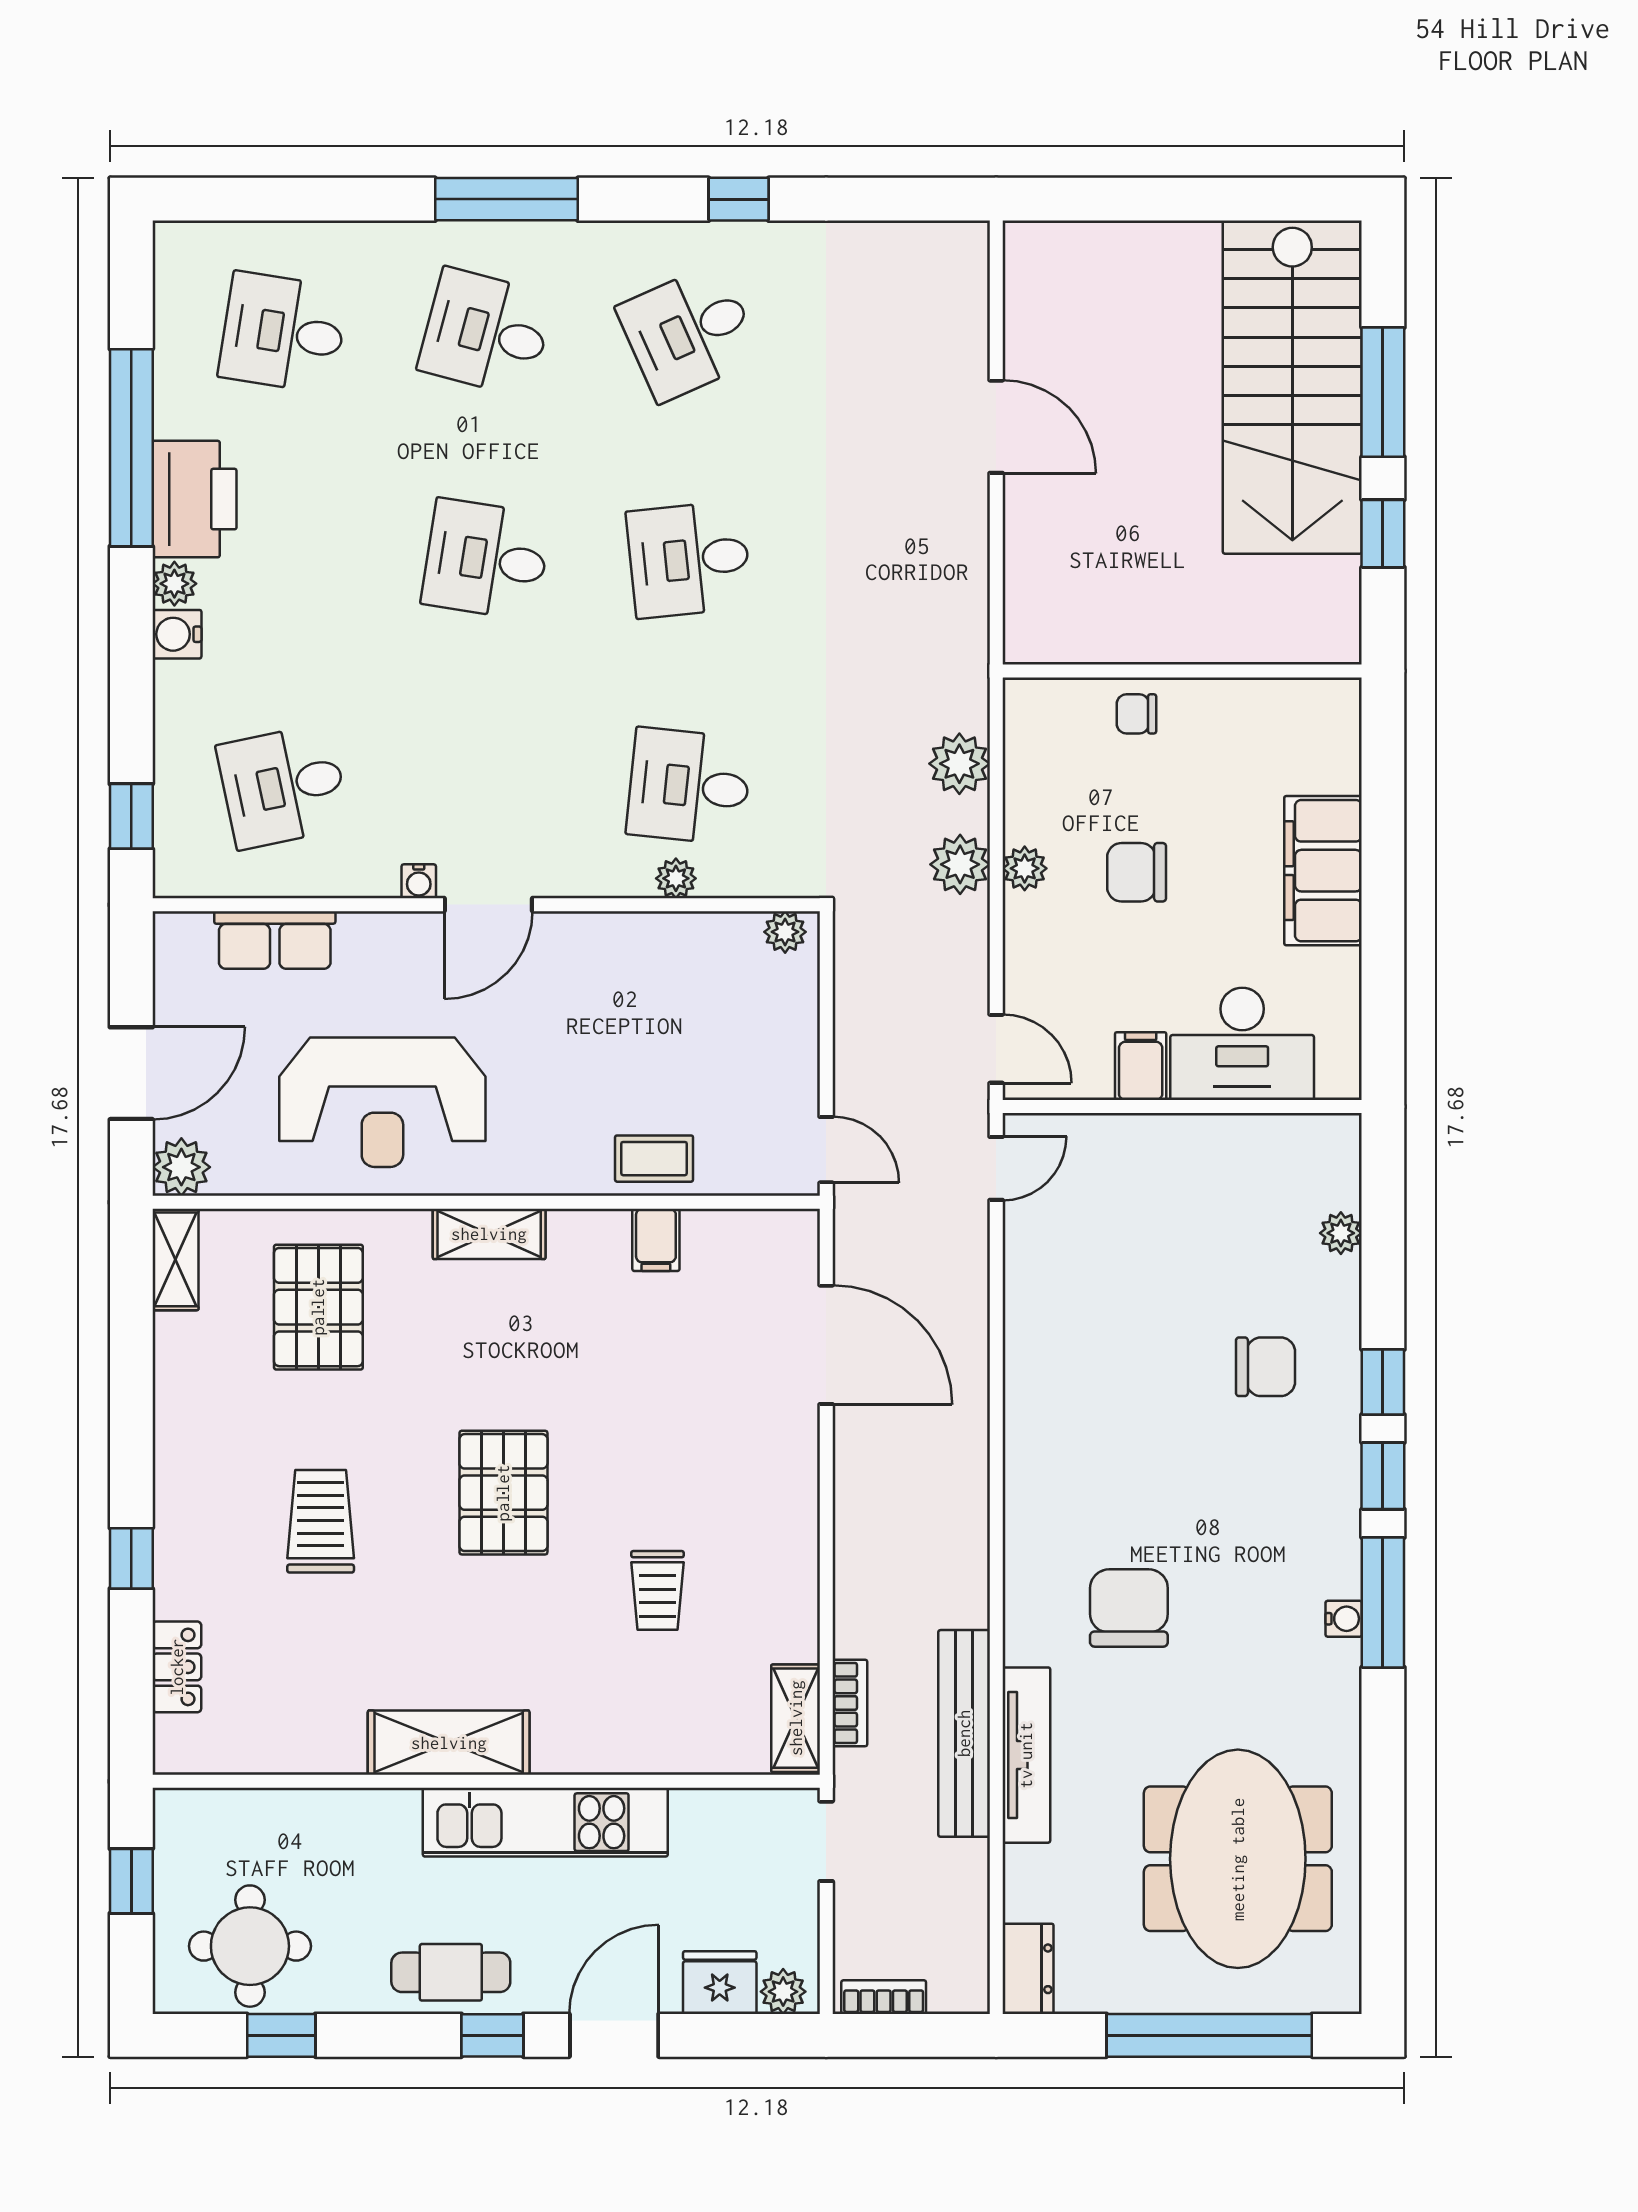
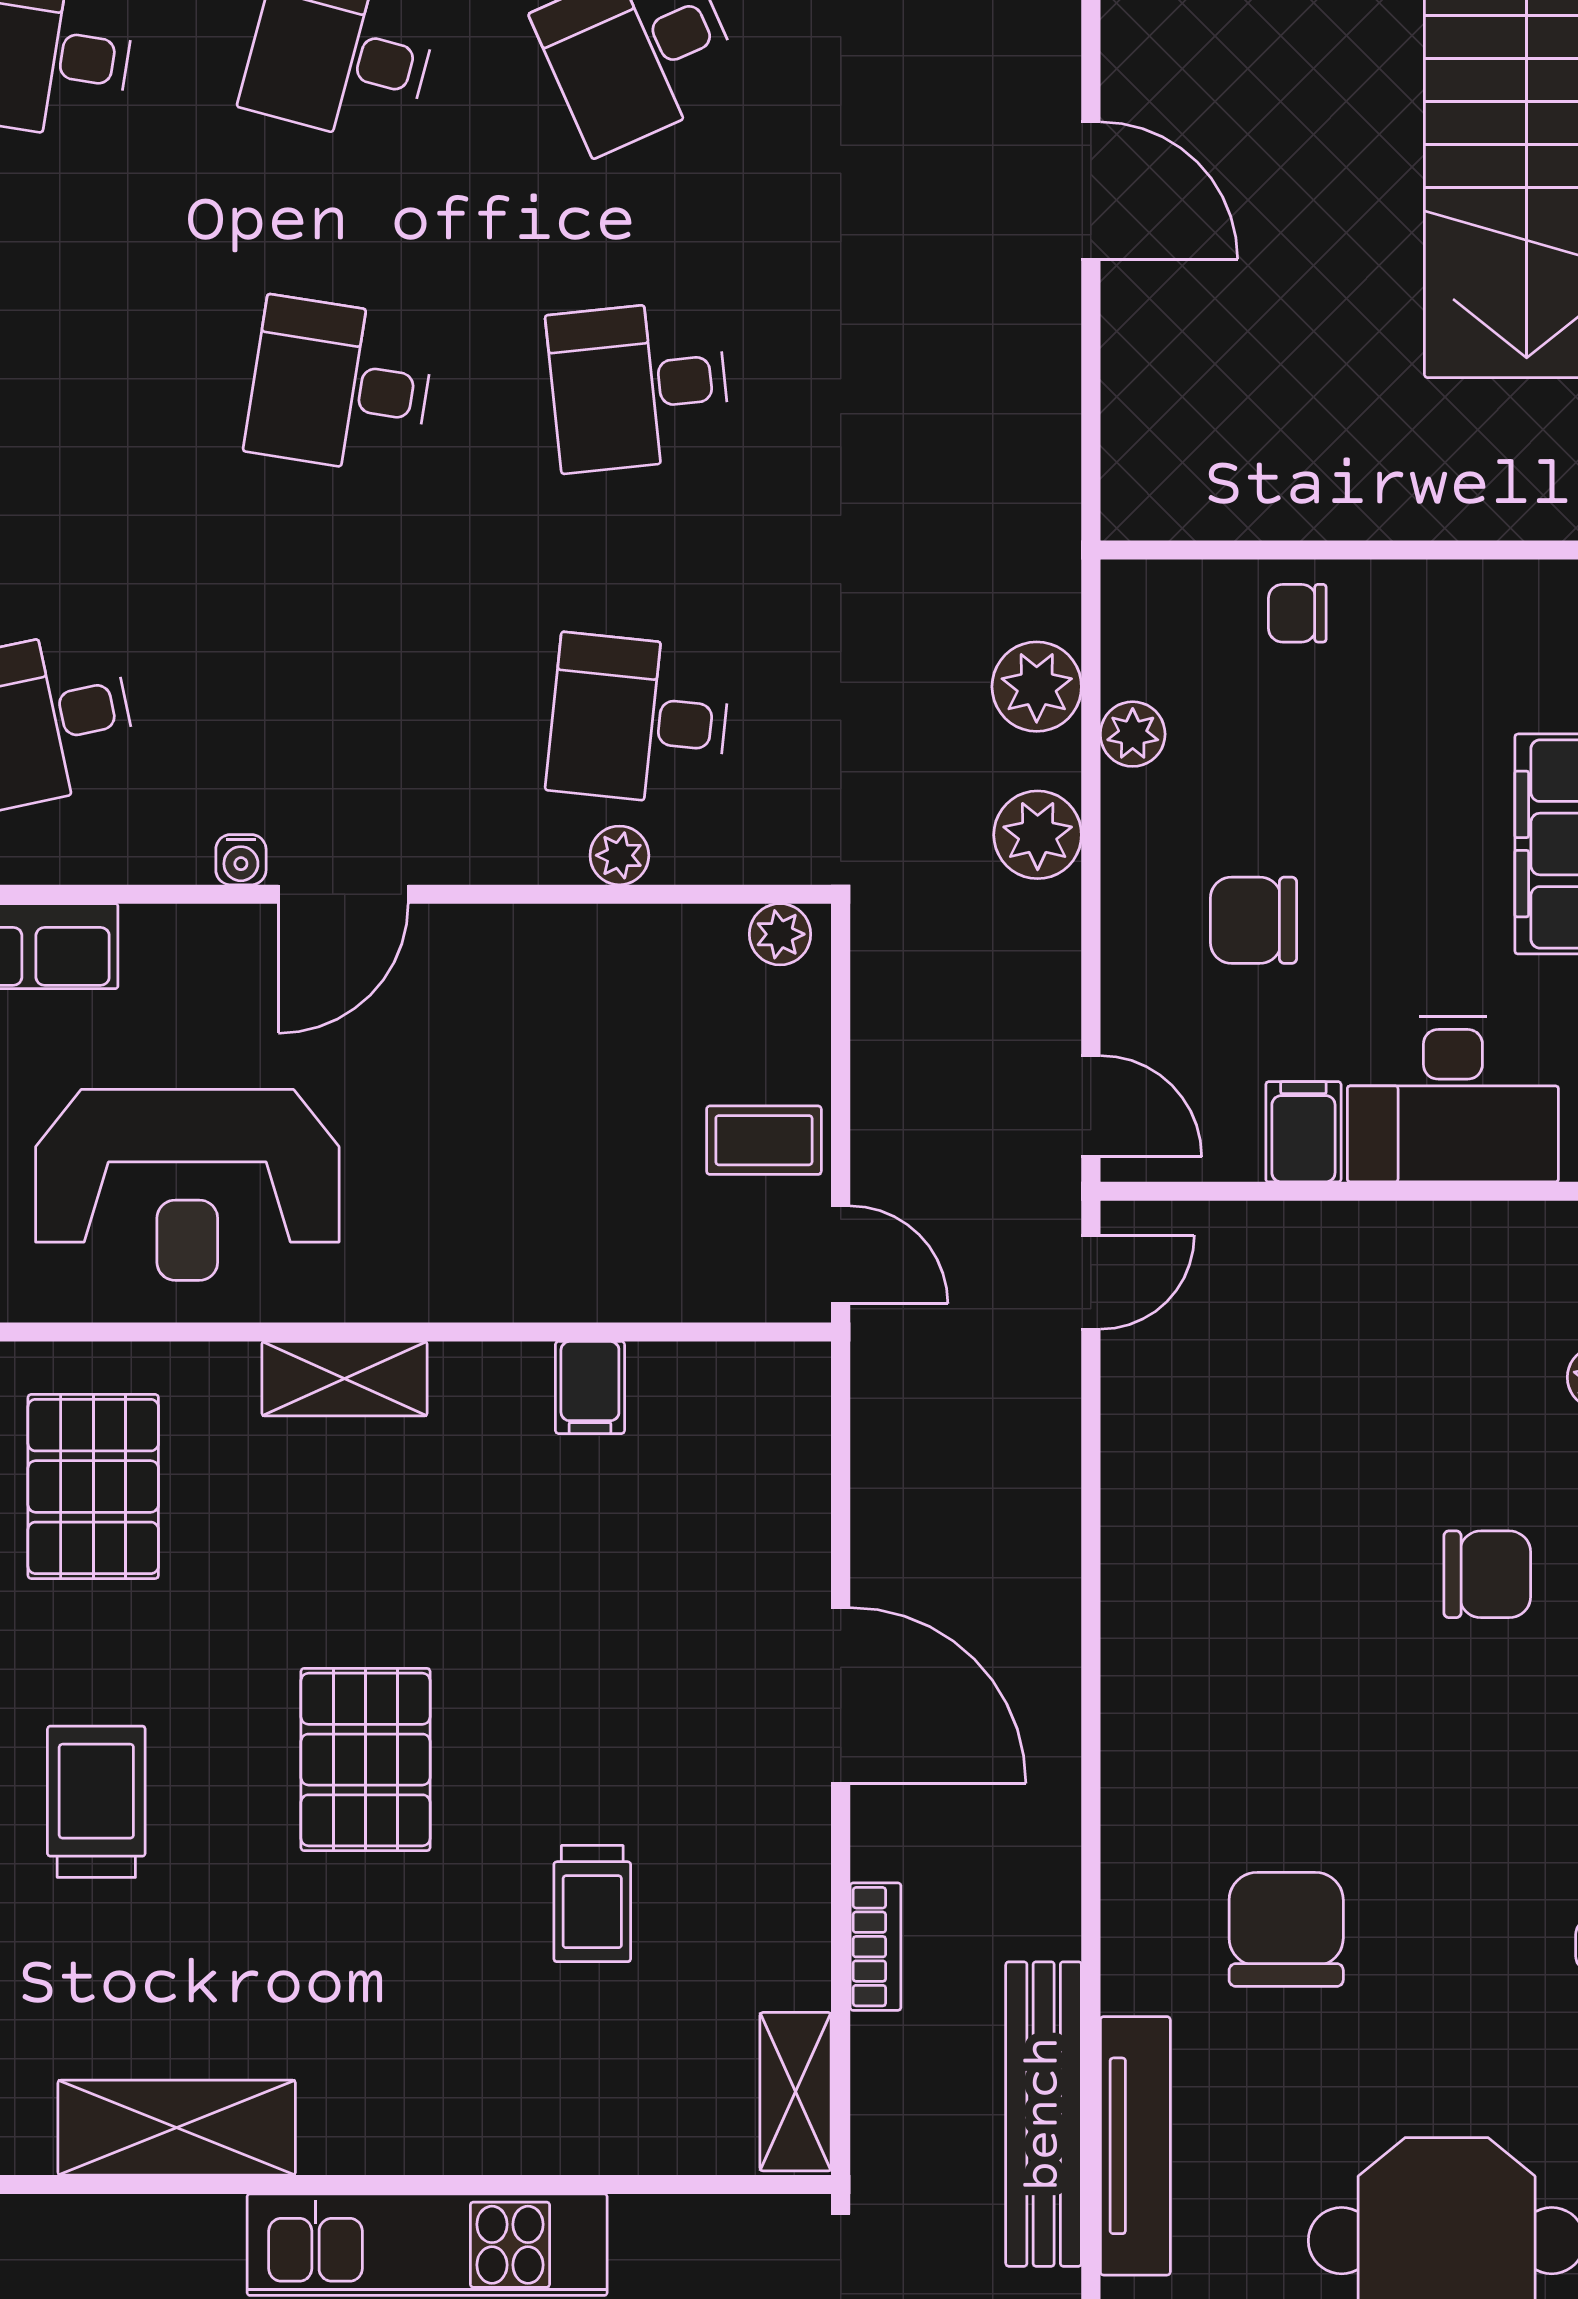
plant: (1025, 868) -> (1133, 734), moved
chair: (1137, 872) -> (1253, 920), moved
coffee table: (654, 1159) -> (764, 1140), moved
door: (826, 1345) -> (841, 1696), moved
bookcase: (850, 1703) -> (875, 1947), moved
shelving: (449, 1743) -> (177, 2128), moved

